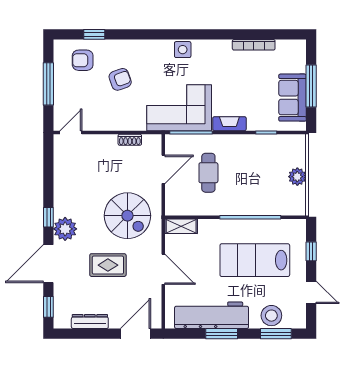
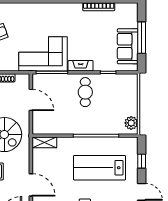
side table: (183, 50) -> (46, 10), removed
door: (163, 169) -> (31, 100), hinge flipped
cafe table: (208, 173) -> (85, 92), moved
plant: (297, 177) -> (131, 123), moved
door: (163, 269) -> (31, 185), moved

